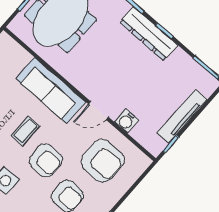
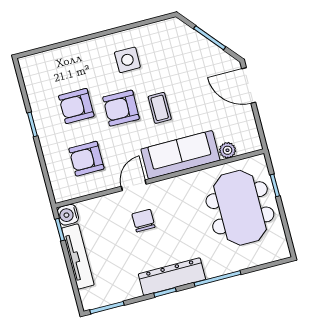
plant: (23, 57) -> (227, 150), added
chair: (120, 85) -> (143, 221), added
water cooler: (127, 121) -> (68, 215), moved, turned -90
armchair: (103, 161) -> (86, 159), width x0.73, depth x0.73

